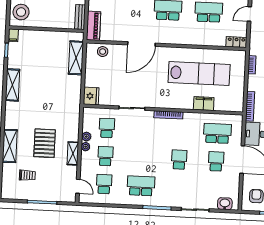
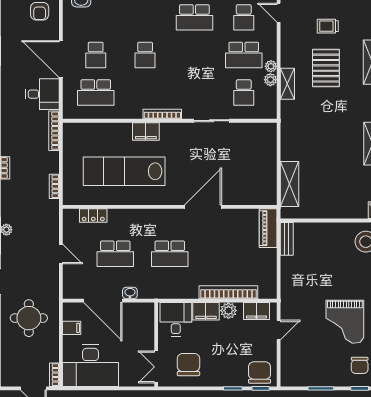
door: (249, 14) -> (61, 254), hinge flipped
locker: (236, 42) -> (93, 216), moved
stool: (103, 52) -> (254, 194), removed
fridge: (91, 96) -> (267, 134), removed
filing cabinet: (204, 104) -> (146, 131), moved
shelving: (73, 153) -> (287, 84), moved
school desk: (105, 156) -> (244, 55), width x1.85
trolley: (27, 175) -> (328, 26), moved

